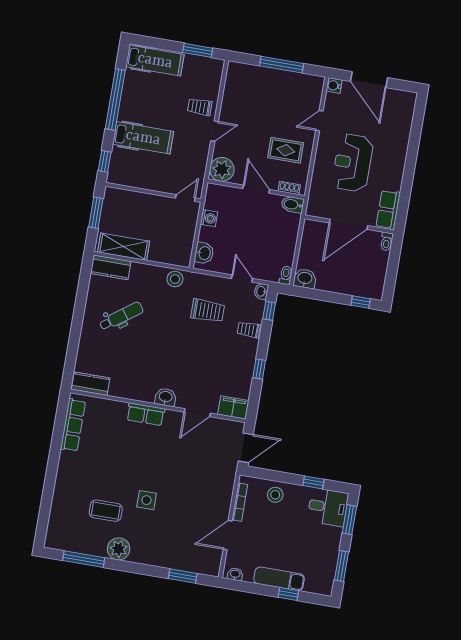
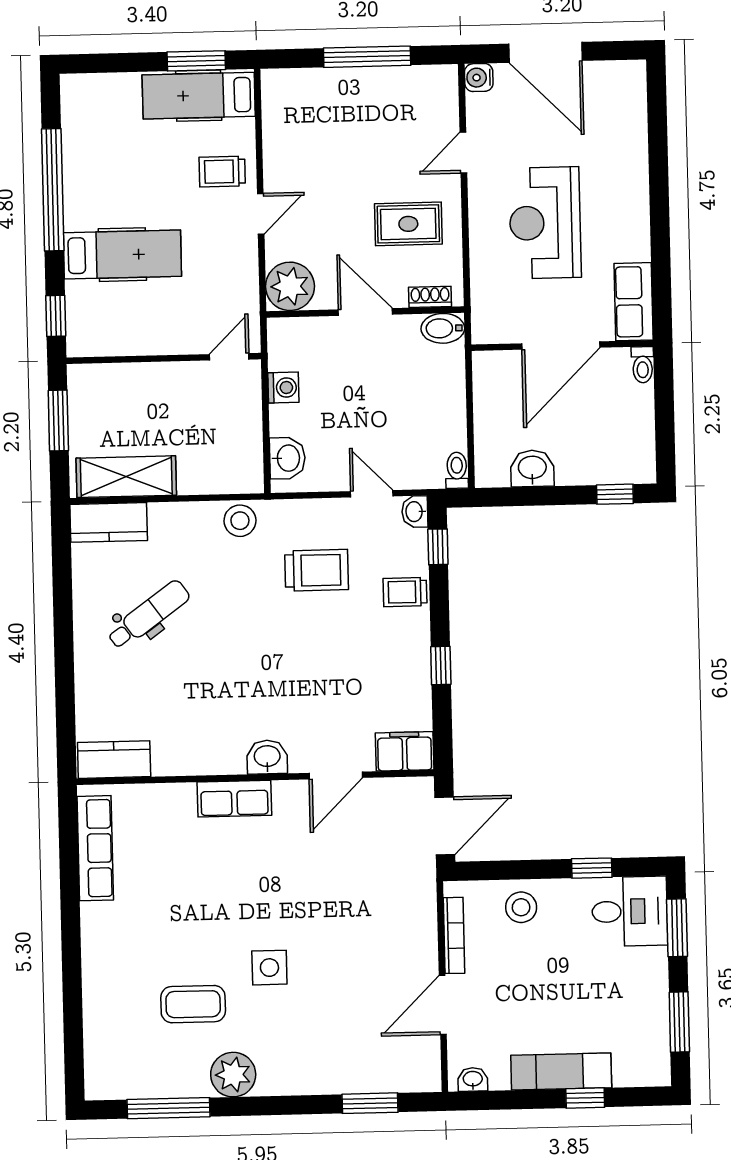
hospital bed: (155, 61) -> (199, 96), moved, turned 180
washbasin: (305, 278) -> (532, 468), moved

